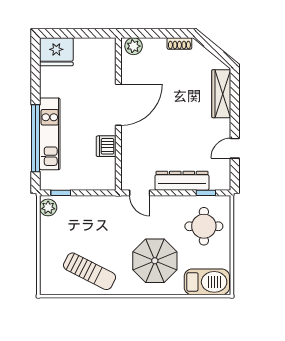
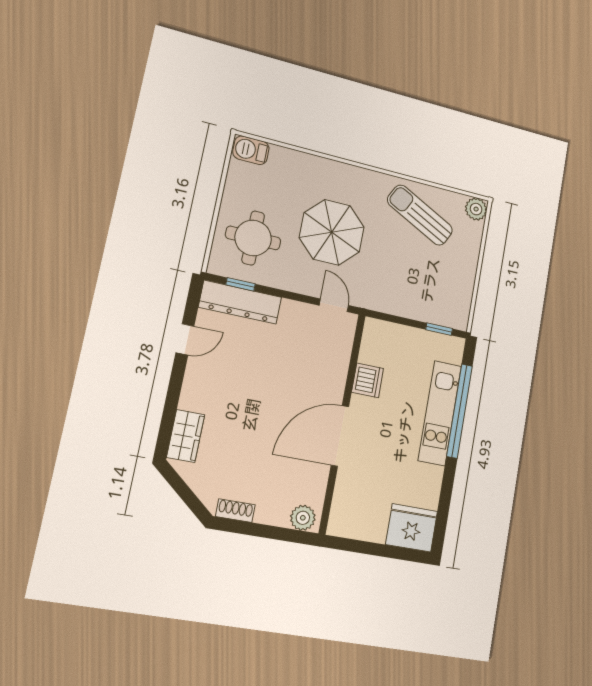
wardrobe: (221, 94) -> (186, 436), width x0.67
dresser: (182, 181) -> (240, 302), moved
plant: (48, 207) -> (476, 209), moved
parasol: (155, 261) -> (332, 232), moved
barbecue: (207, 282) -> (251, 150), width x0.53, depth x0.65

